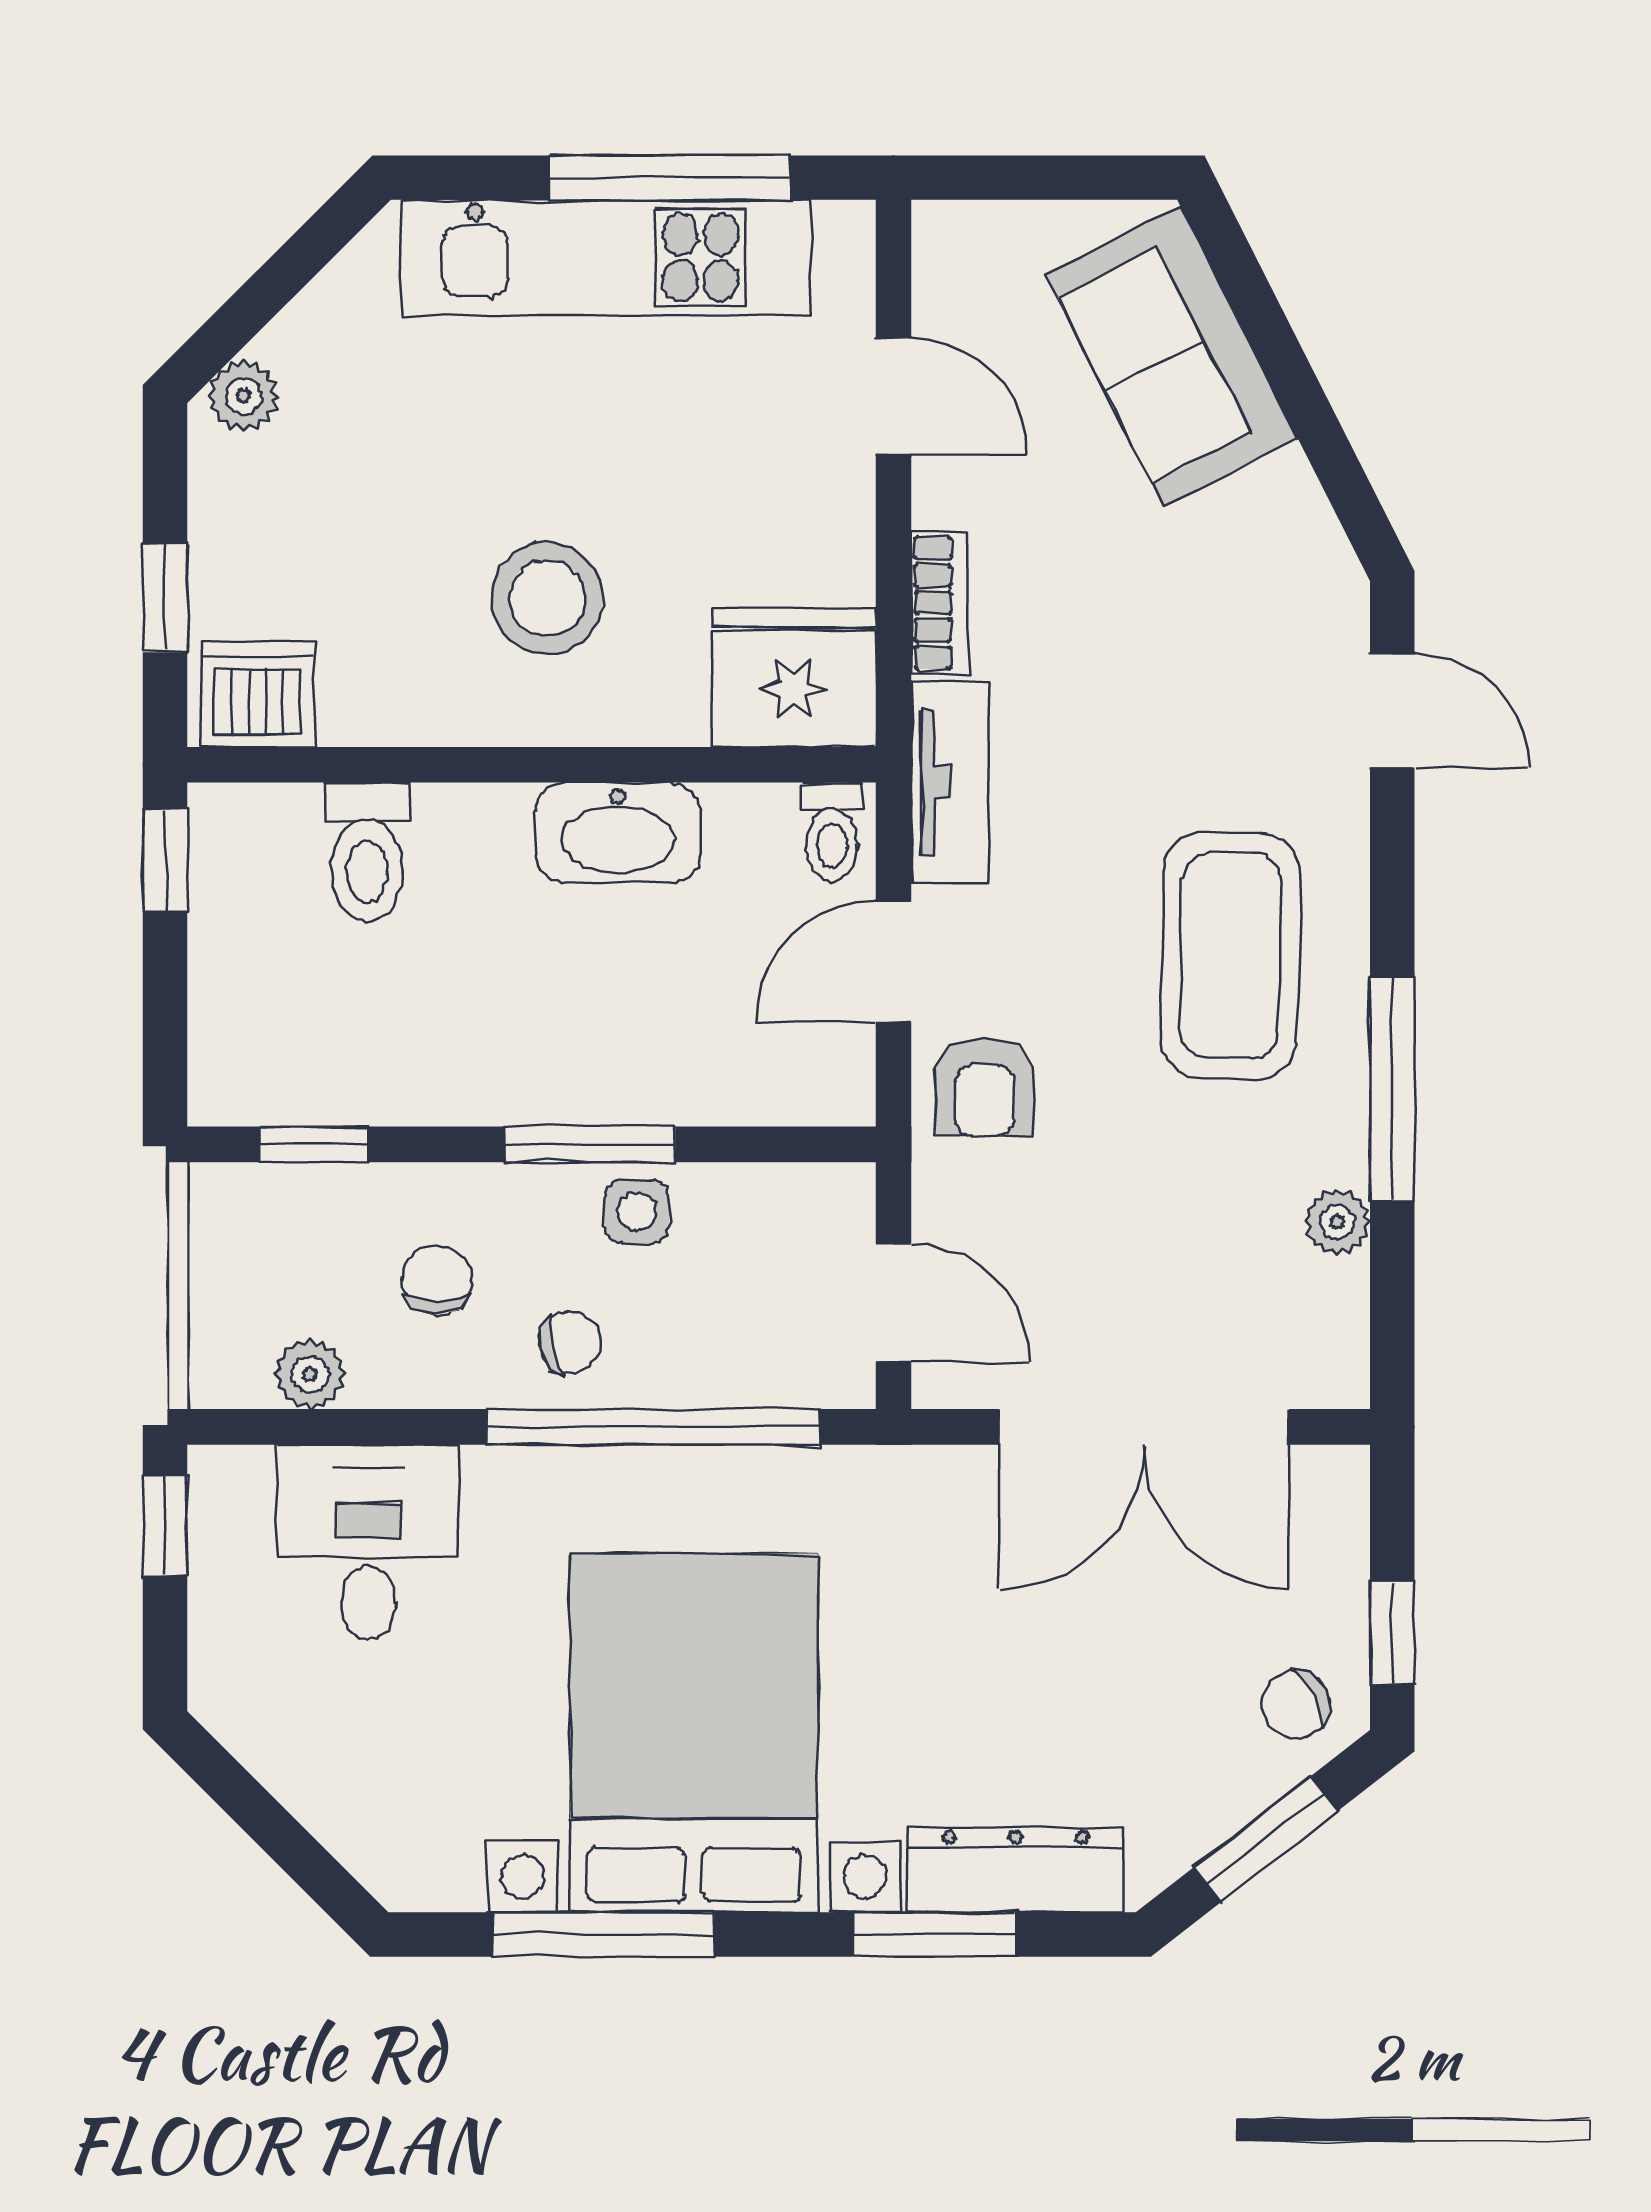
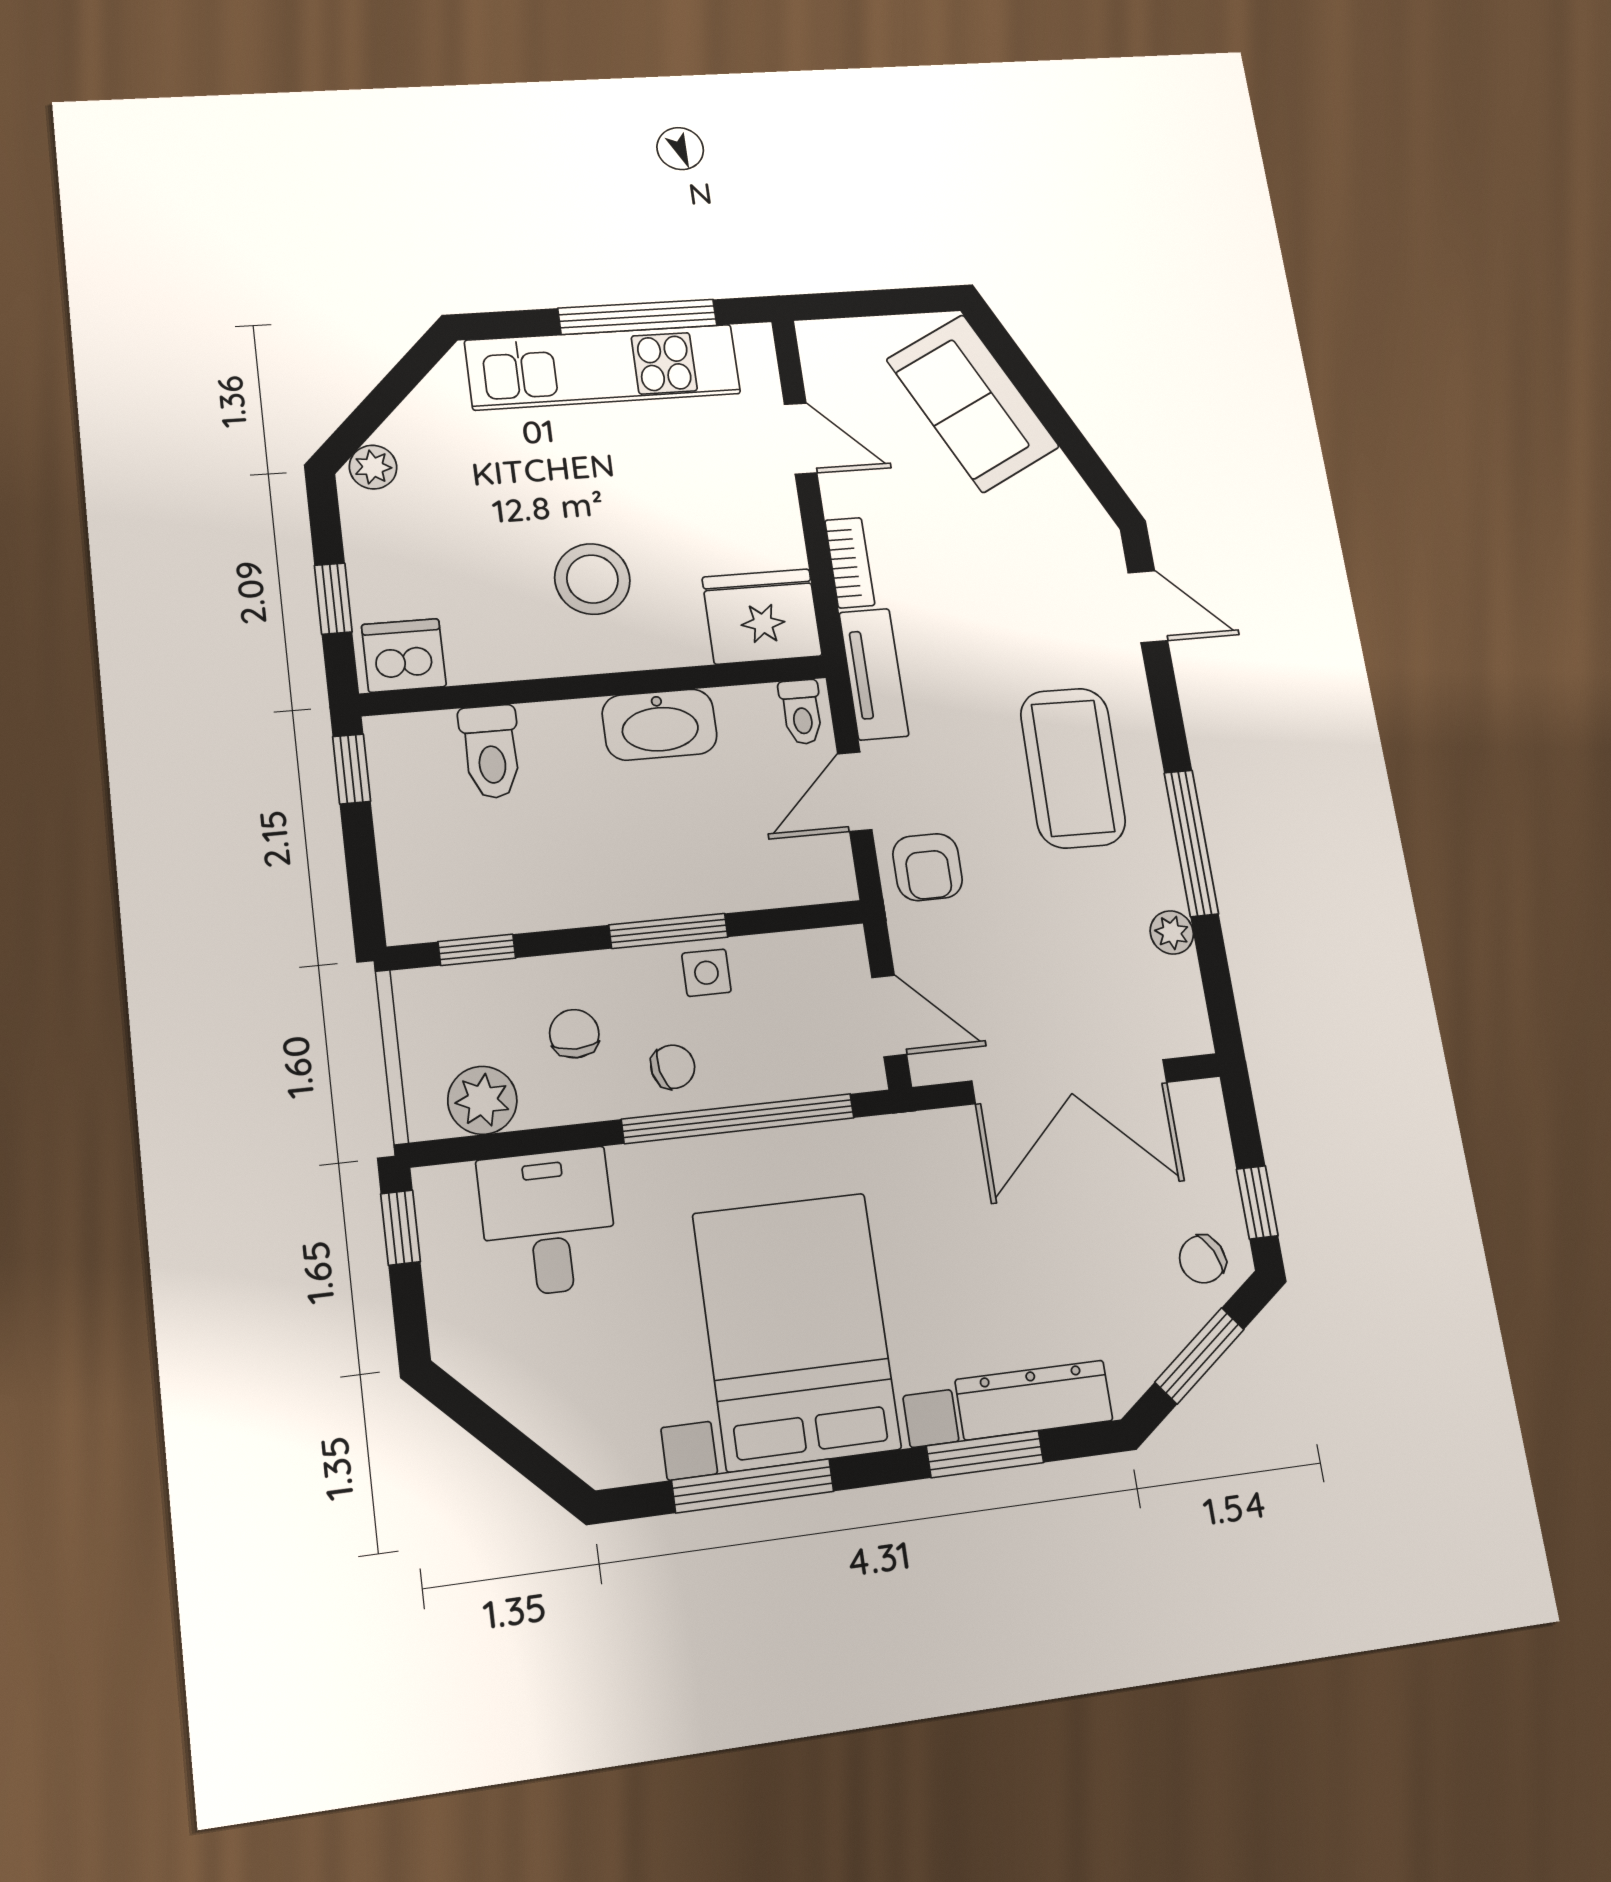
plant: (310, 1374) -> (482, 1100), width x1.38, depth x1.38

